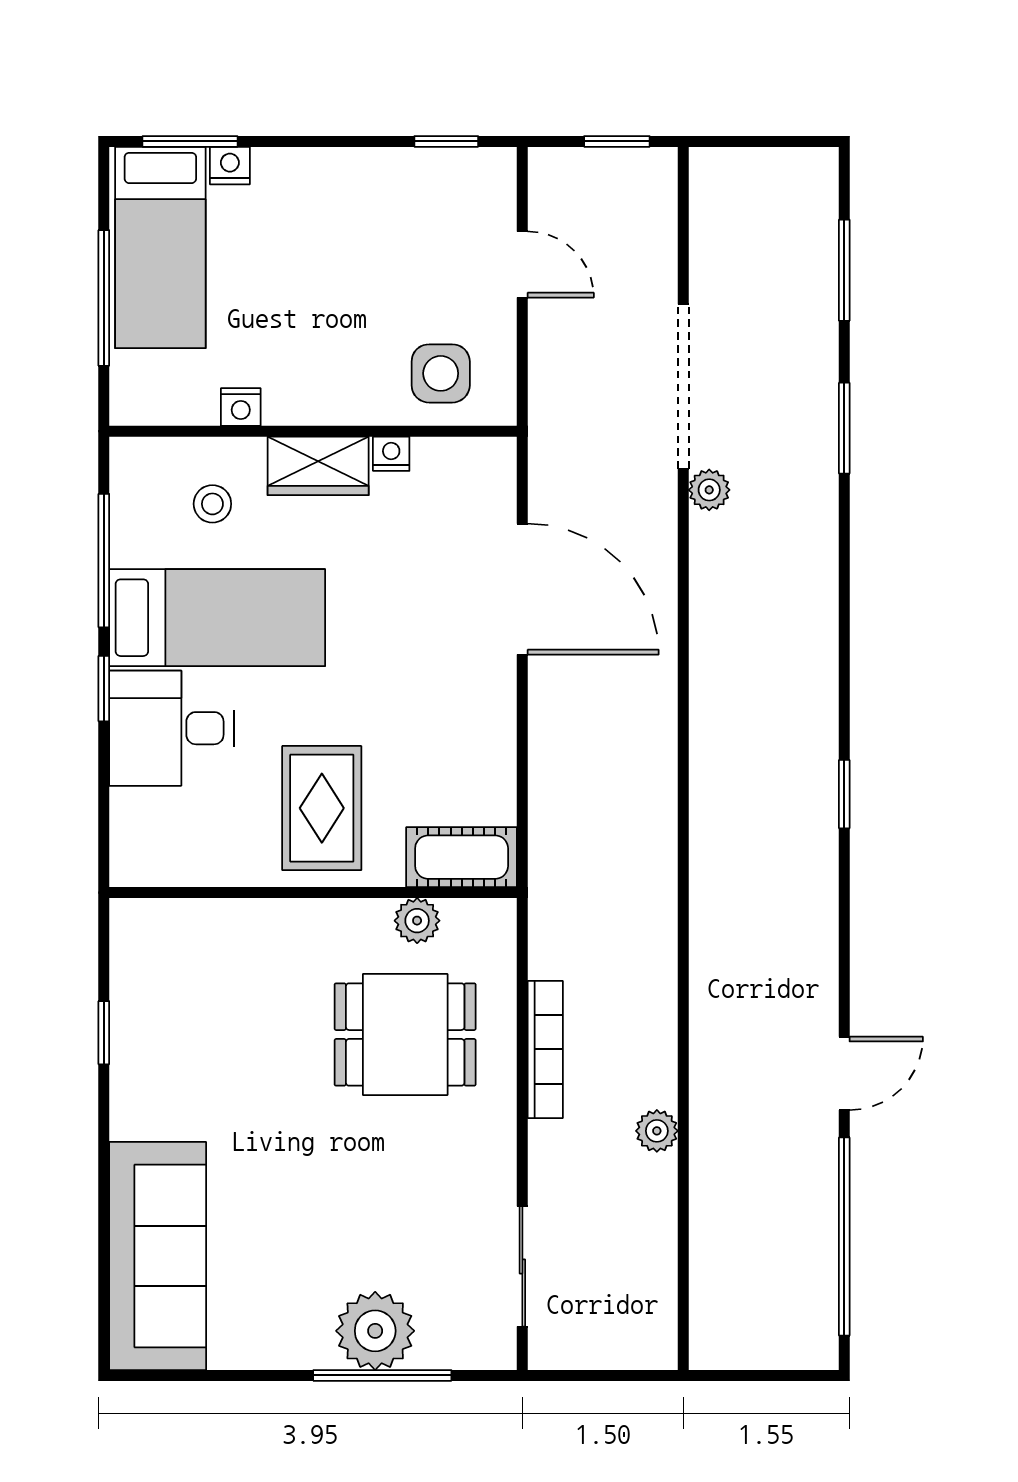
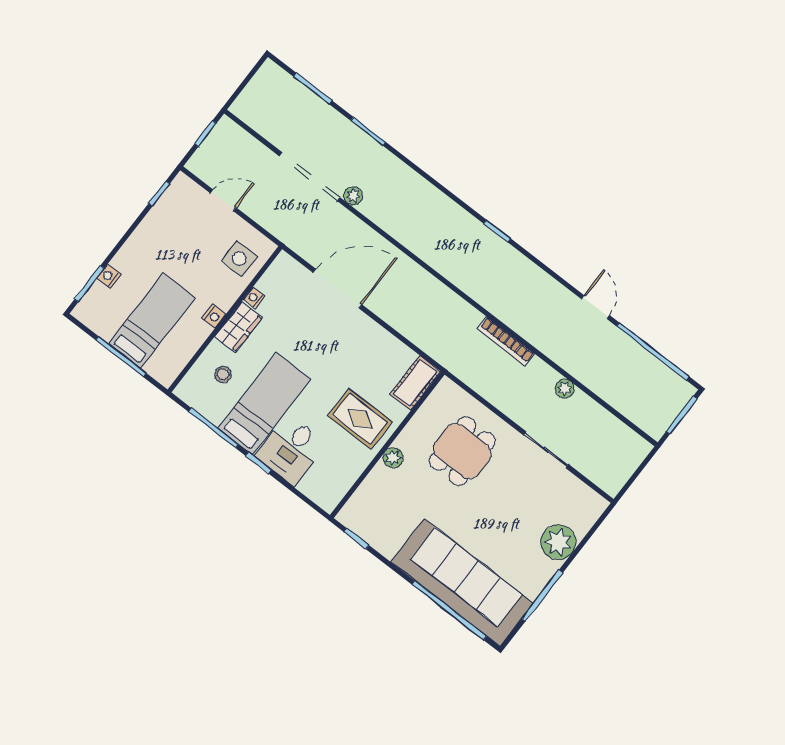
bed: (160, 248) -> (152, 321), moved, turned -90
nightstand: (241, 407) -> (214, 316), moved
plant: (417, 921) -> (393, 458), moved
window: (104, 1033) -> (356, 539), moved
bookcase: (545, 1049) -> (506, 341), moved, turned 180
window: (104, 1230) -> (449, 610), added
sofa: (158, 1256) -> (462, 583), width x1.36, depth x1.27
sliding door: (522, 1266) -> (546, 450), moved
window: (382, 1375) -> (542, 596), moved
window: (771, 1375) -> (682, 415), added

